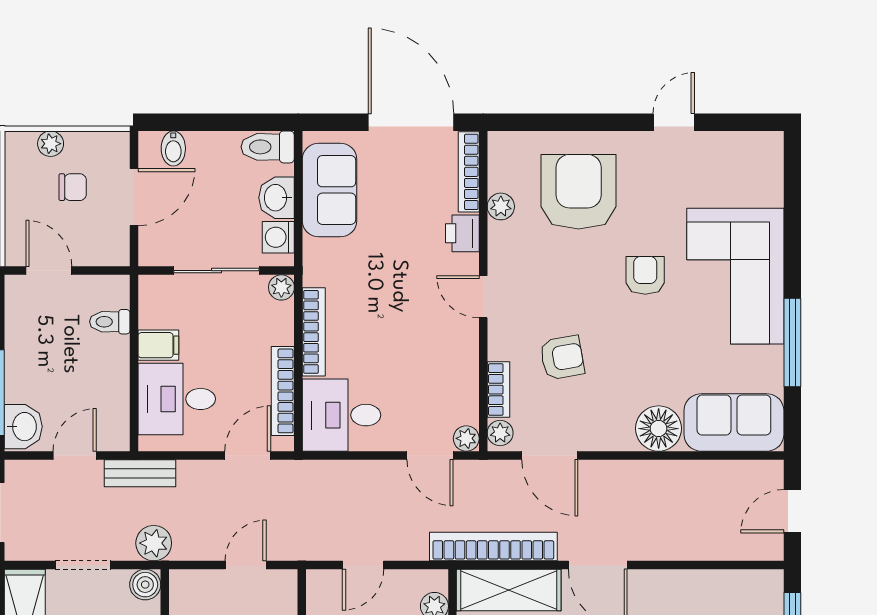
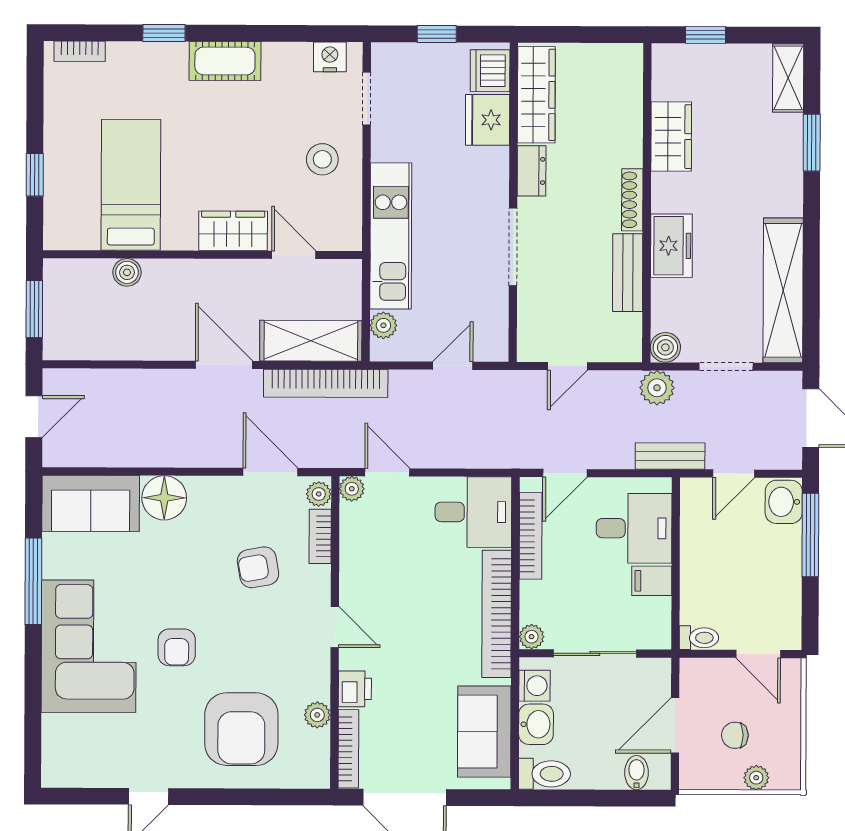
toilet: (110, 322) -> (699, 638), moved
bookcase: (314, 332) -> (497, 614), width x1.48, depth x1.31

